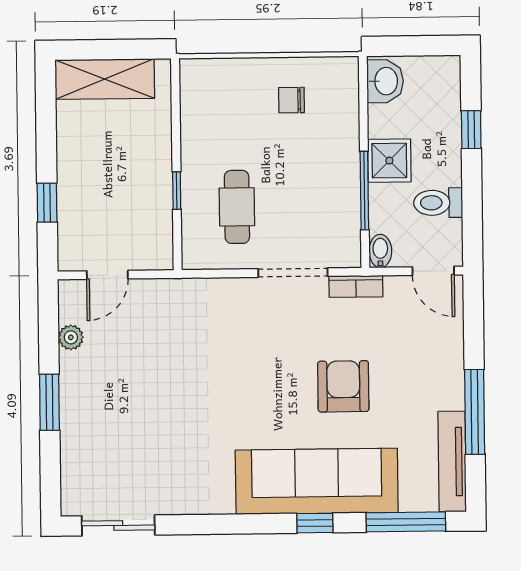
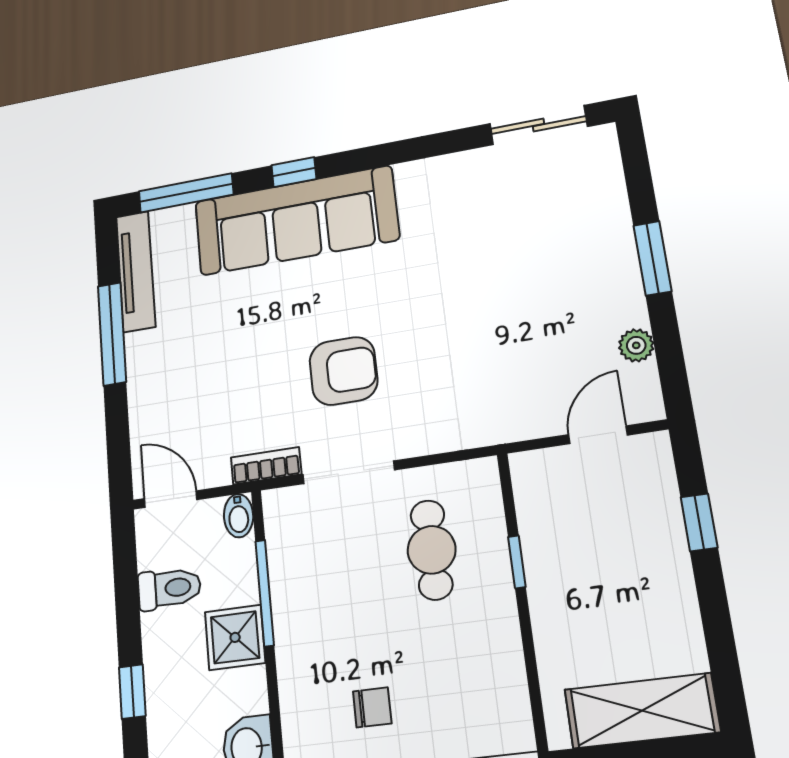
armchair: (343, 386) -> (343, 371), moved, turned -90

